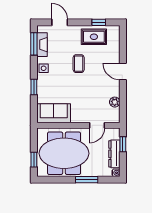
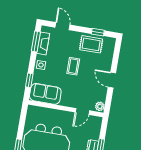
sofa: (54, 113) -> (45, 94), moved
wall: (78, 125) -> (66, 109), moved
door: (97, 125) -> (82, 111), moved

